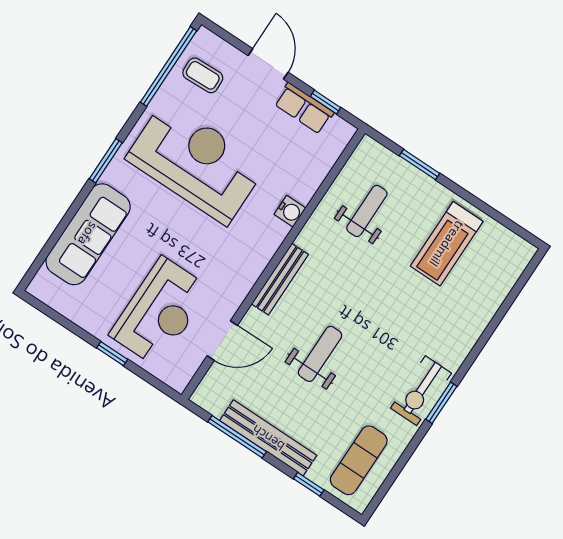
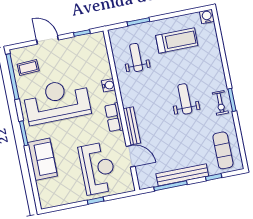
row of seats: (304, 108) -> (114, 117), moved, turned 90
sofa: (88, 234) -> (42, 159), width x0.73
treadmill: (447, 244) -> (177, 41), turned -90
water cooler: (522, 252) -> (207, 16), added
bench: (280, 279) -> (132, 126), moved
door: (222, 341) -> (131, 156), hinge flipped
weight bench: (320, 354) -> (185, 99), moved
exercise bike: (421, 391) -> (220, 103), width x0.73, depth x0.72

